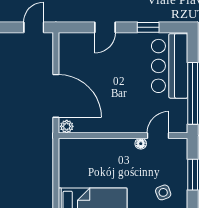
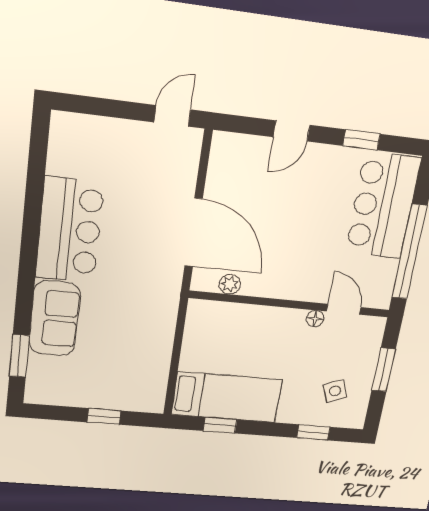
plant: (67, 126) -> (230, 284), moved
door: (158, 136) -> (344, 309), hinge flipped

